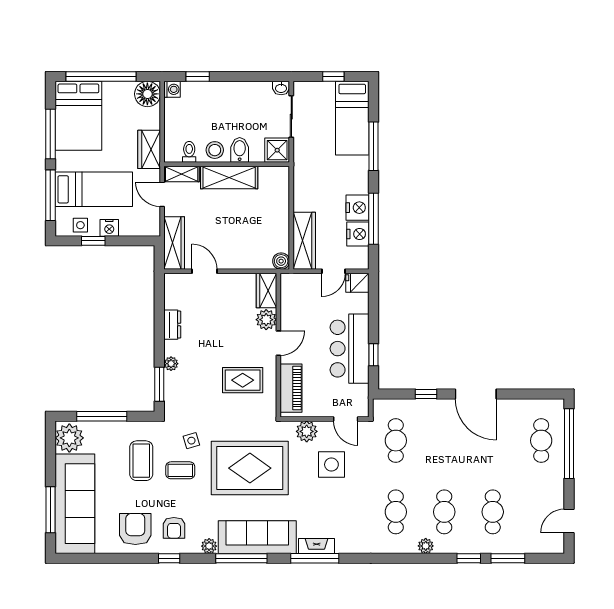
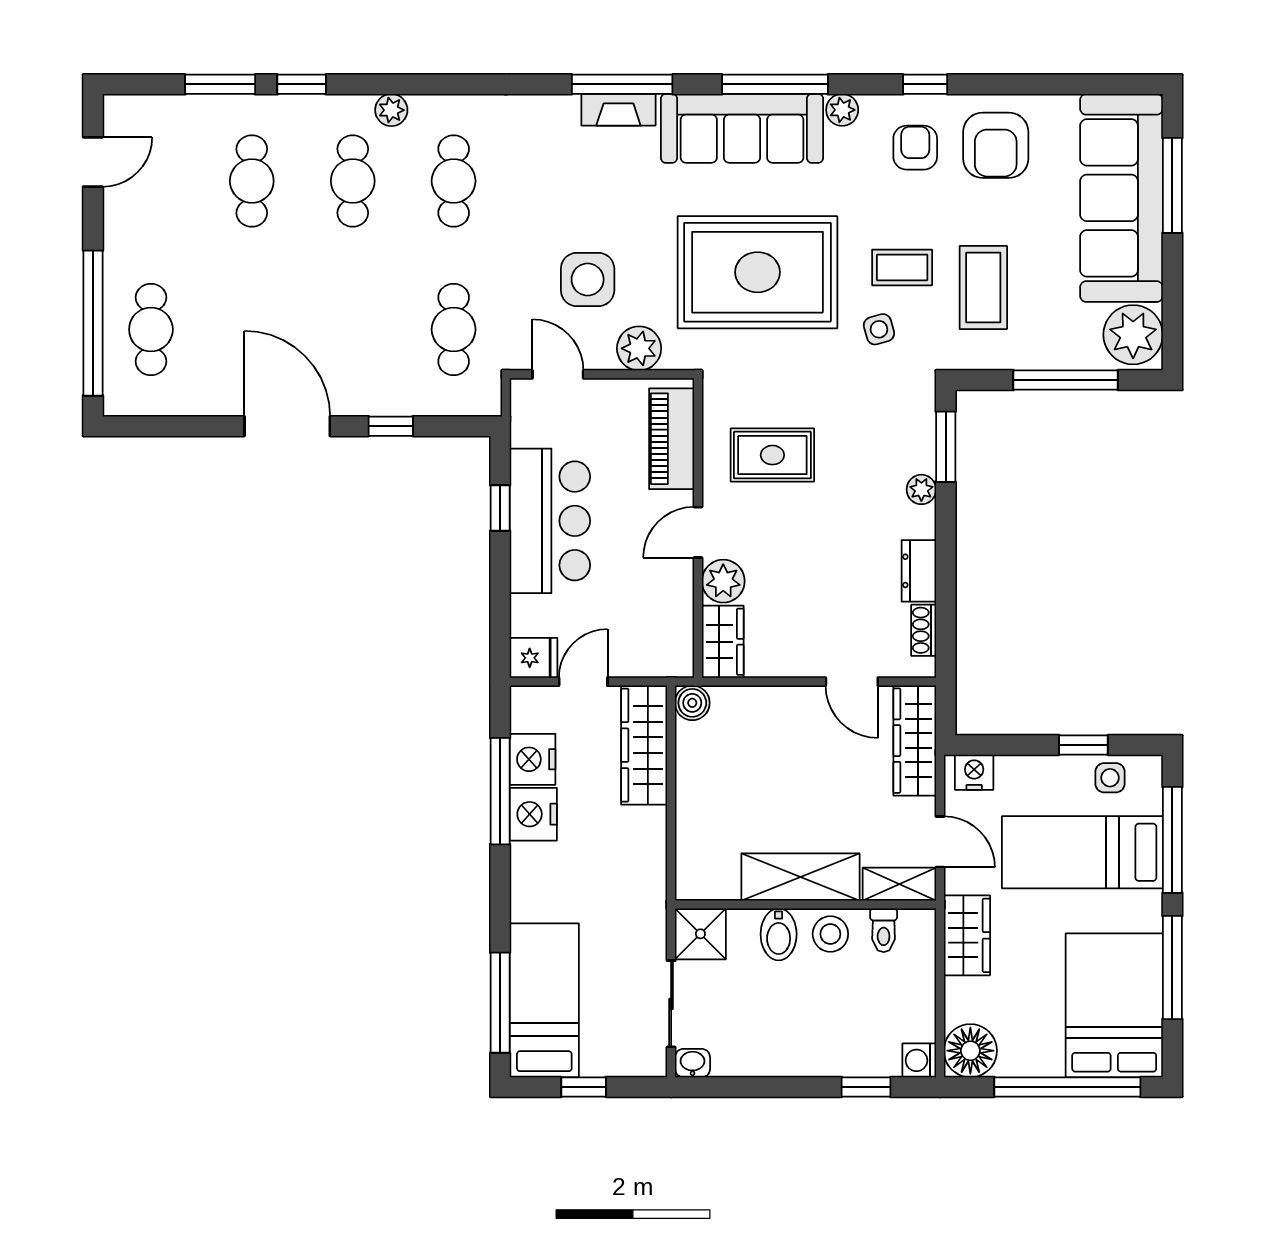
window: (373, 146) -> (500, 1003), moved
nightstand: (109, 228) -> (974, 772), moved
shoe rack: (170, 296) -> (924, 630), added

